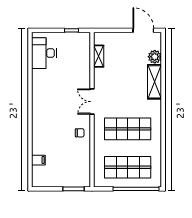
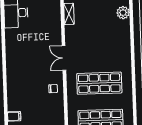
shelving: (154, 82) -> (124, 37), removed

